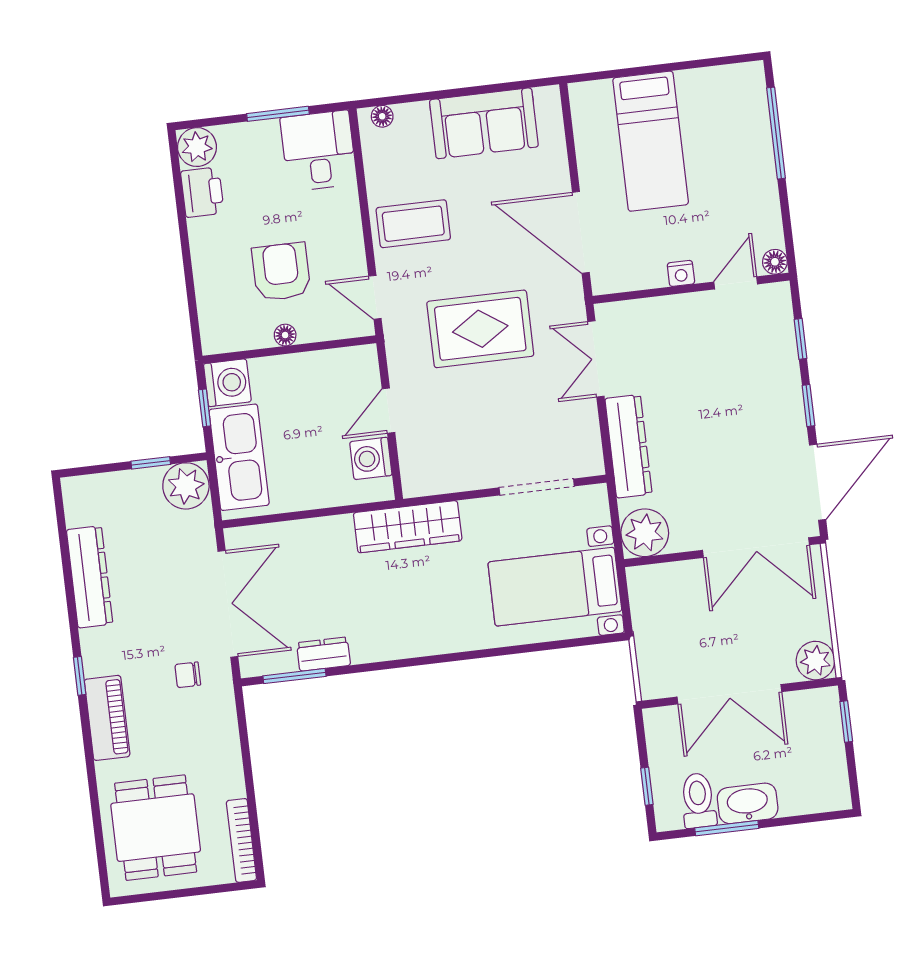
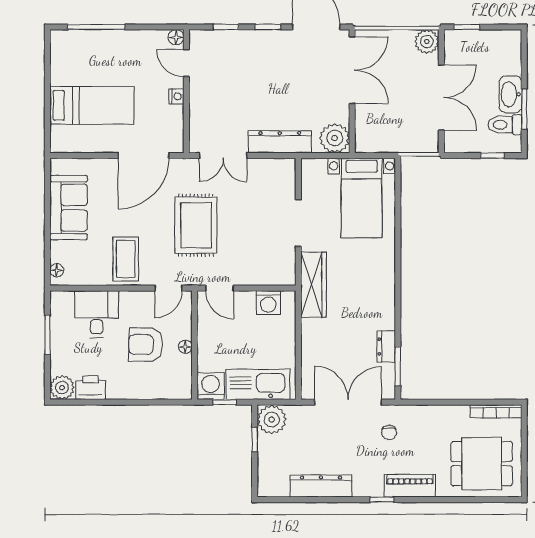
desk: (318, 151) -> (97, 314), moved, turned 90
door: (388, 411) -> (220, 288), moved
doorway: (537, 487) -> (298, 223), moved

